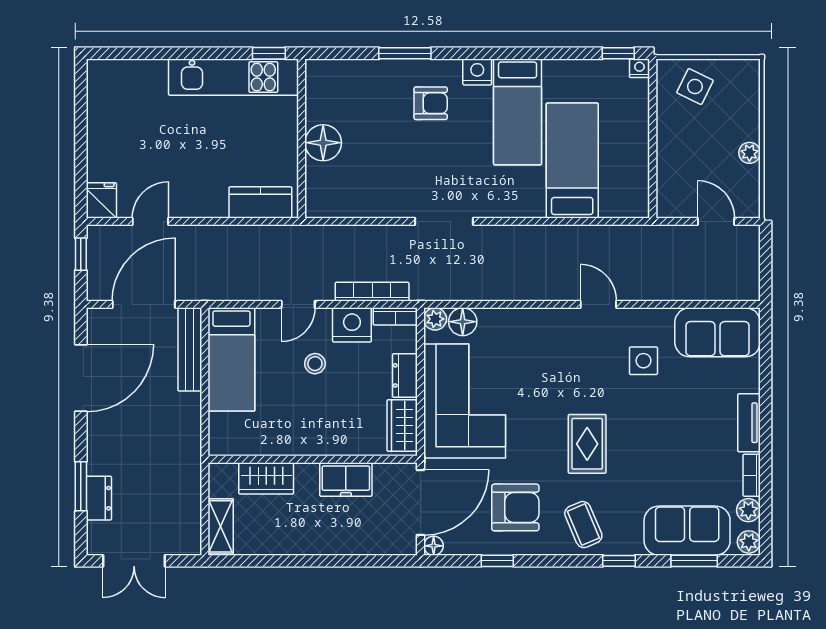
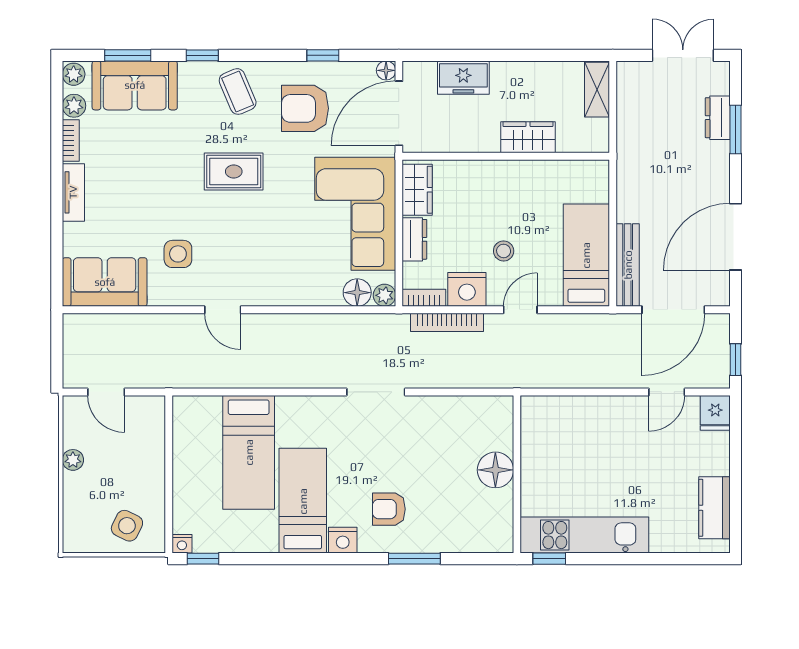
kitchen counter: (260, 202) -> (715, 508), moved, turned 90
rug: (587, 444) -> (234, 171), turned 90
wardrobe: (266, 478) -> (528, 137), moved
freezer: (346, 479) -> (463, 78), moved, turned 180

